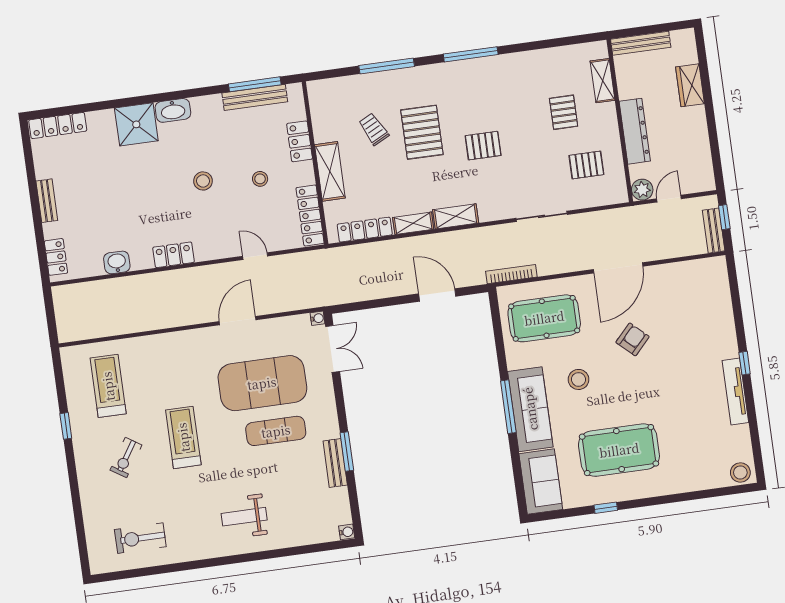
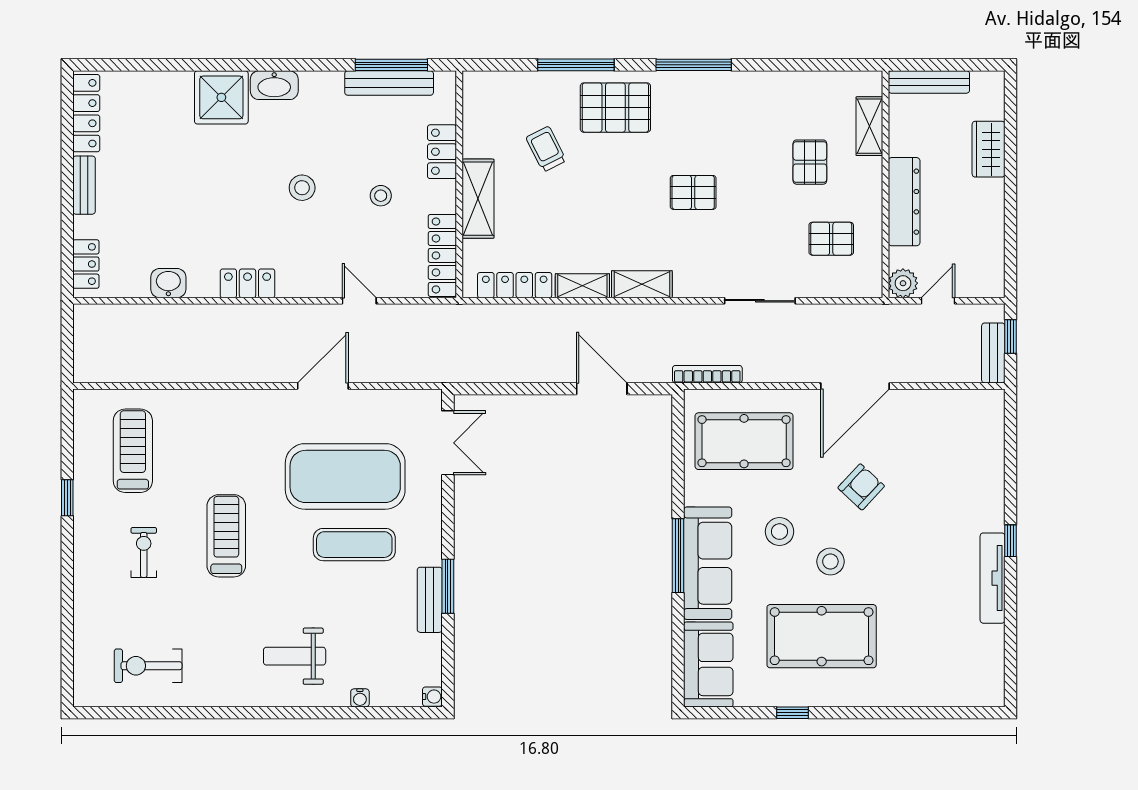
locker: (58, 126) -> (86, 113), moved, turned -90
pallet: (422, 132) -> (615, 108), moved, turned 90
water cooler: (318, 318) -> (360, 698), moved, turned 90
exercise bike: (126, 457) -> (144, 552), turned 147
stool: (740, 472) -> (830, 561), moved

